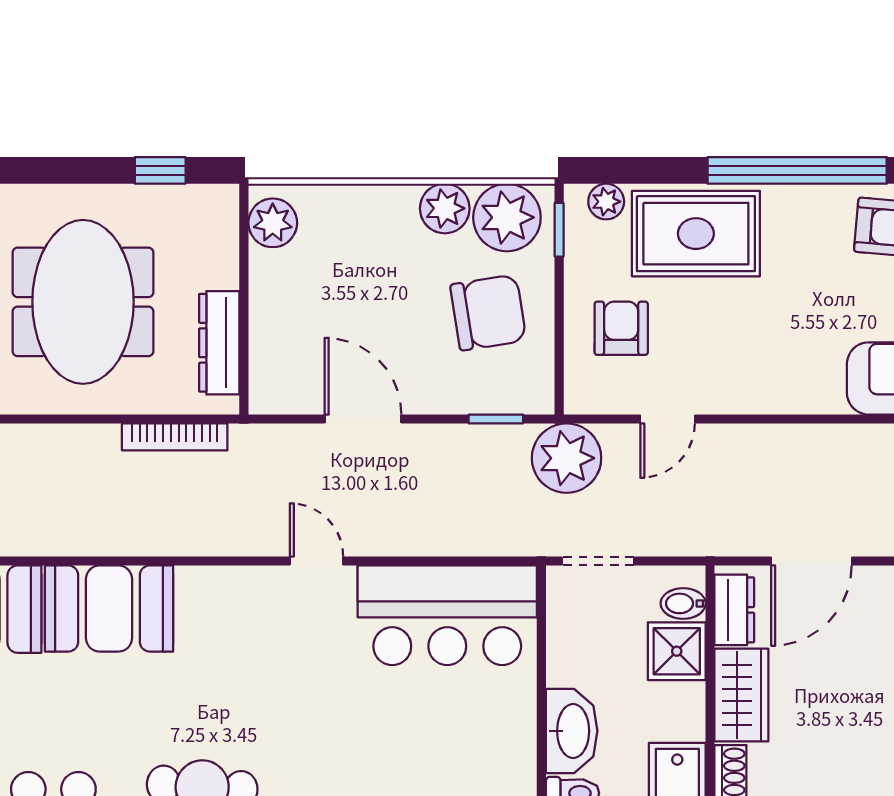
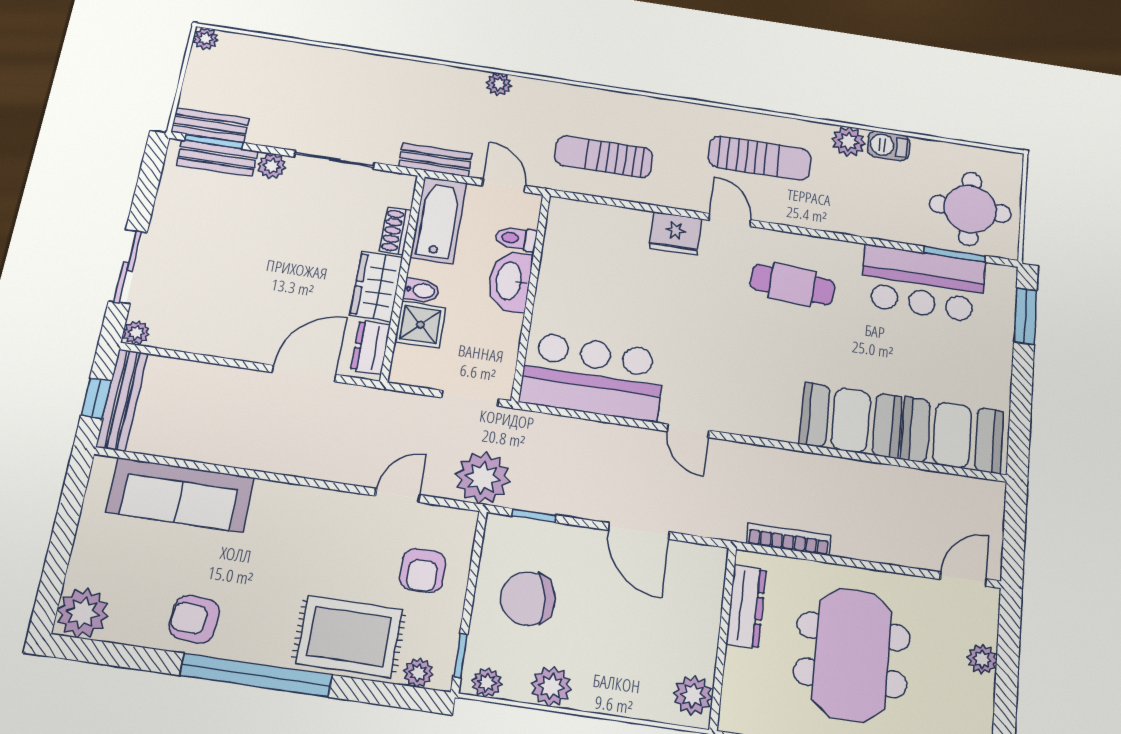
plant: (507, 217) -> (487, 683), width x0.53, depth x0.53
bidet: (683, 603) -> (421, 291), moved

